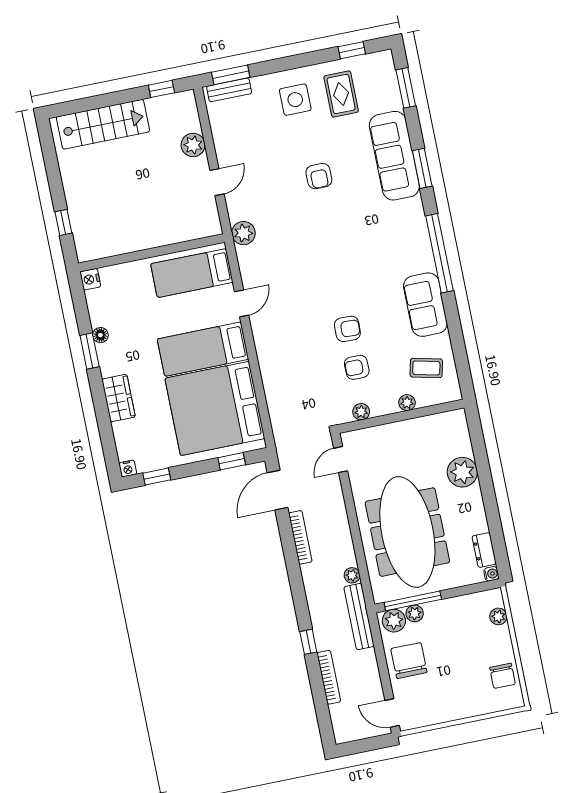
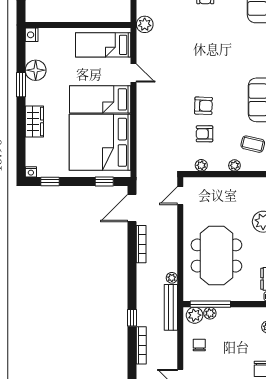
door: (242, 303) -> (133, 73), hinge flipped
floor lamp: (100, 335) -> (36, 70), width x1.89, depth x1.89
meeting table: (407, 532) -> (216, 256), width x0.73
chair: (409, 661) -> (199, 345), width x0.54, depth x0.54

